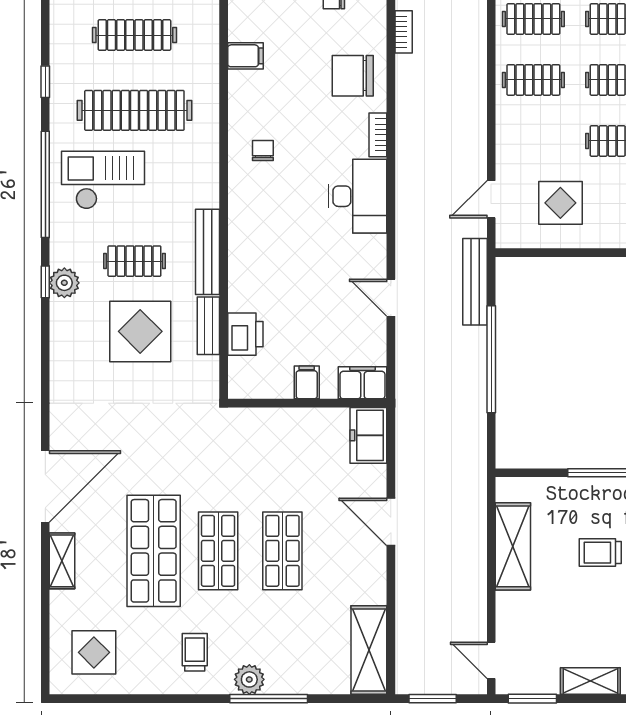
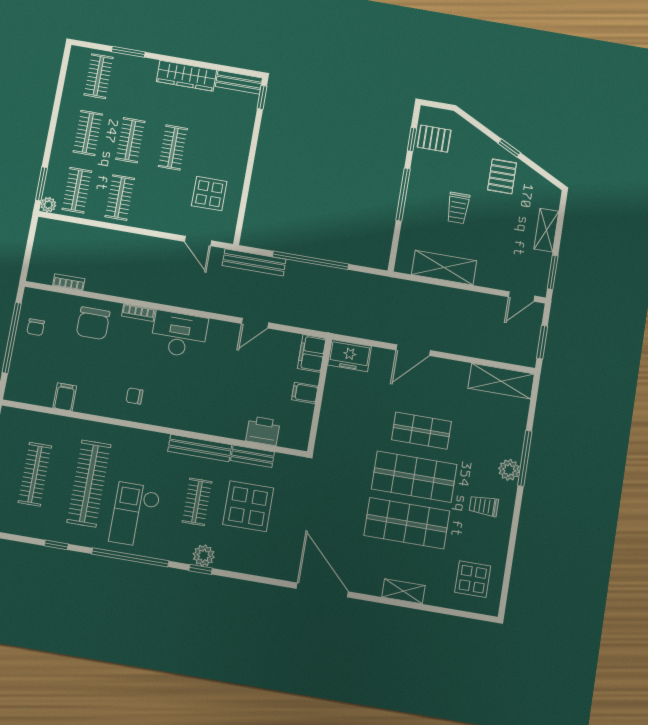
door: (45, 486) -> (322, 590), moved
shop shelf: (218, 551) -> (414, 477), width x1.43, depth x1.36

